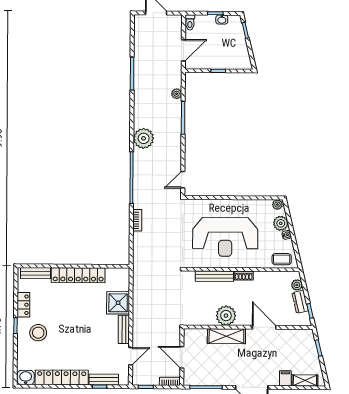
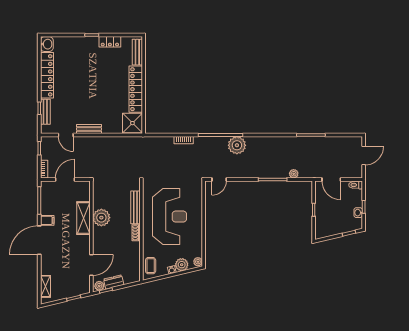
plant: (144, 138) -> (237, 145), moved
door: (183, 180) -> (219, 179), swing flipped
reception desk: (225, 237) -> (170, 217), turned 180
plant: (297, 285) -> (99, 286), moved
shower: (118, 303) -> (132, 123), moved
door: (264, 327) -> (91, 265), moved
stool: (38, 333) -> (86, 55), removed
filing cabinet: (285, 378) -> (47, 220), moved

